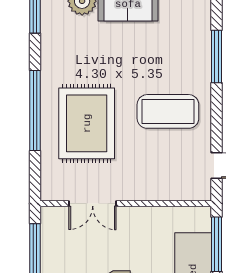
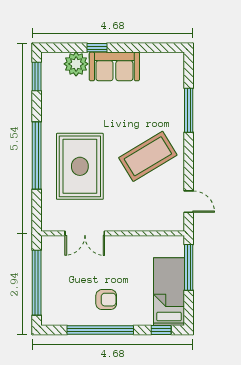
coffee table: (168, 111) -> (148, 156), turned -31

